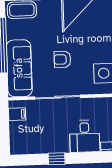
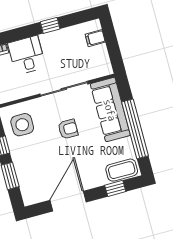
filing cabinet: (17, 114) -> (95, 38), moved

